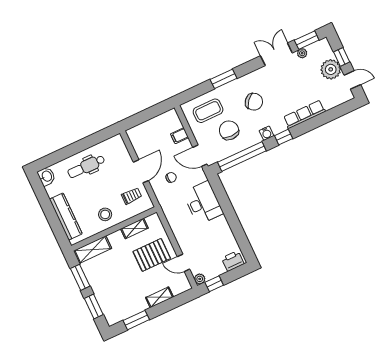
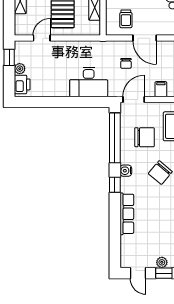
plant: (331, 69) -> (162, 262), width x0.53, depth x0.53
door: (352, 80) -> (138, 273), hinge flipped
plant: (200, 279) -> (20, 69), moved

